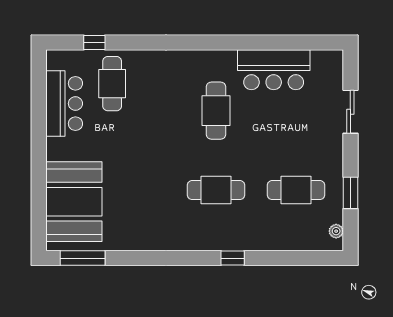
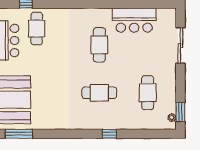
sliding door: (350, 112) -> (180, 45), width x1.37
cafe table: (296, 190) -> (148, 93), turned 90
window: (350, 193) -> (180, 112), moved

